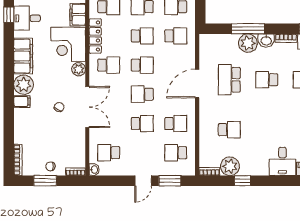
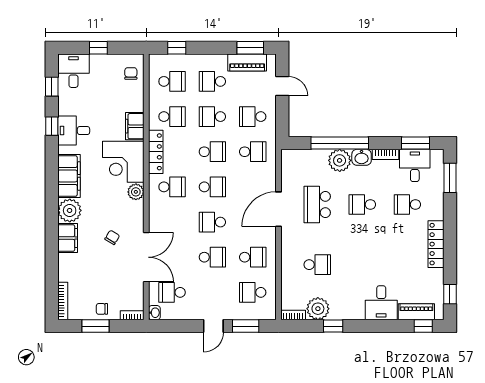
window: (248, 29) -> (340, 143), width x1.46
filing cabinet: (22, 102) -> (68, 238), width x2.00
double door: (87, 107) -> (146, 257), moved

